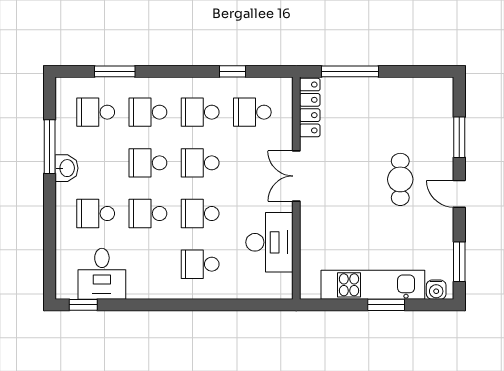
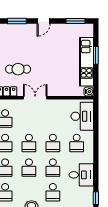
double door: (296, 176) -> (35, 98), swing flipped
cafe table: (400, 179) -> (18, 69), moved
desk: (269, 242) -> (82, 116), moved, turned 90
desk: (102, 274) -> (81, 175), moved
water cooler: (436, 290) -> (89, 92), moved

